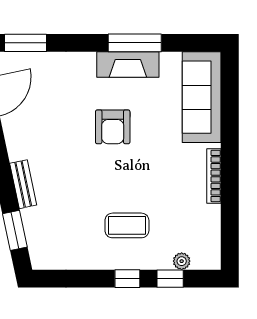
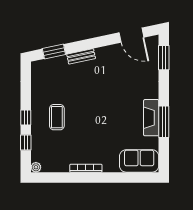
sofa: (202, 97) -> (139, 161), width x0.73
armchair: (113, 127) -> (115, 109), removed
plant: (182, 261) -> (36, 167), moved

